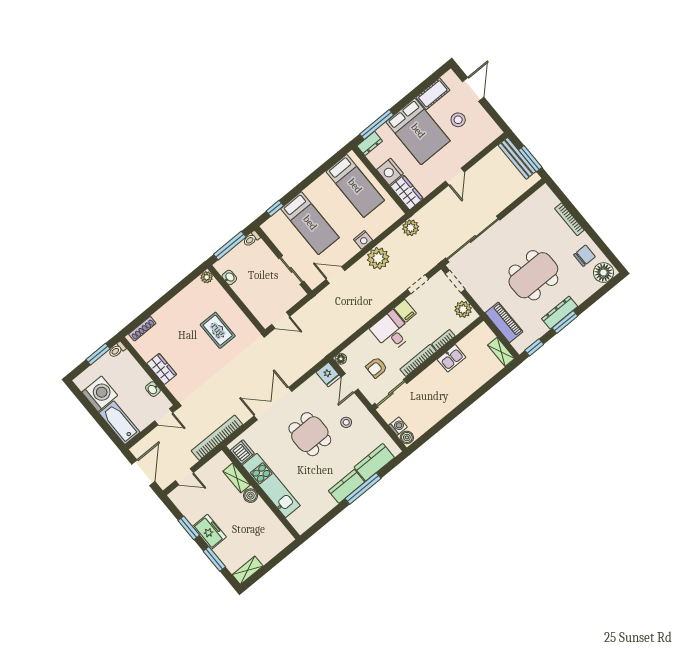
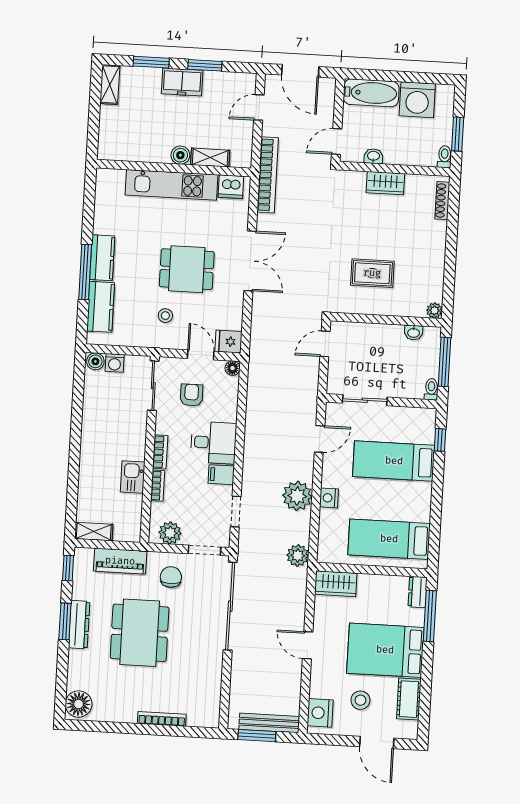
nightstand: (390, 172) -> (320, 713), moved, turned -90
chair: (584, 256) -> (171, 577), moved, turned 180
bookcase: (418, 360) -> (160, 452), width x0.64

